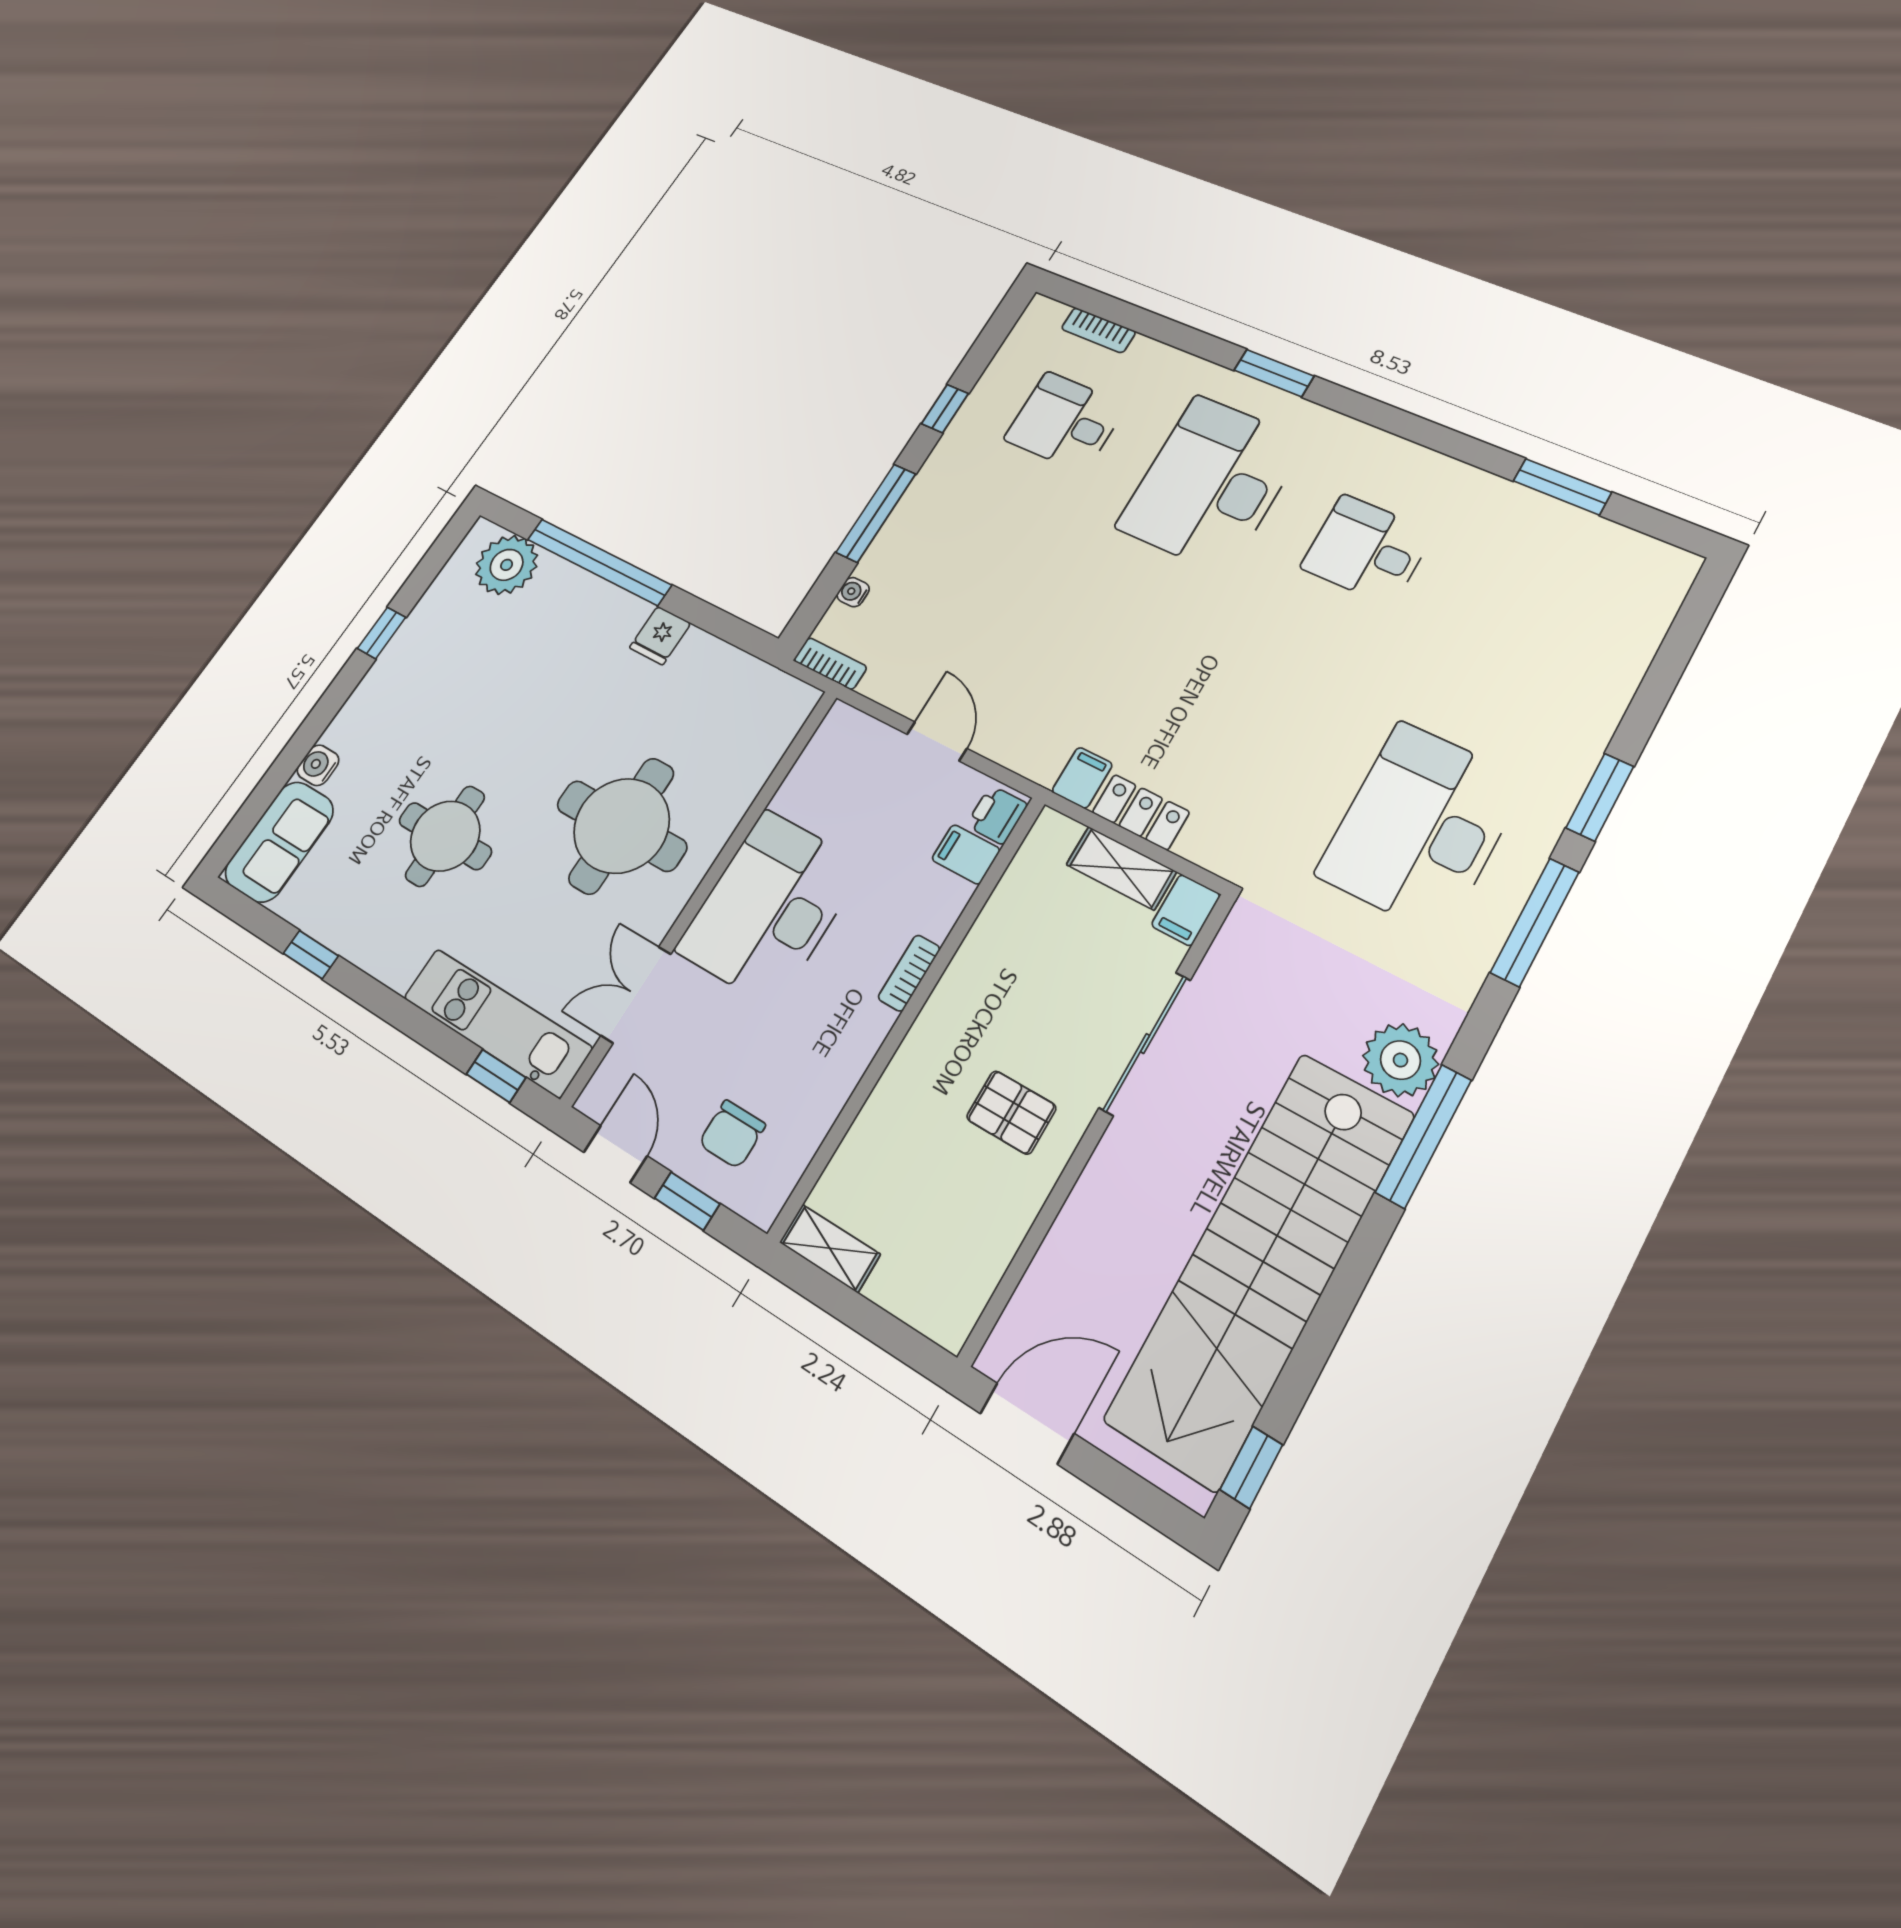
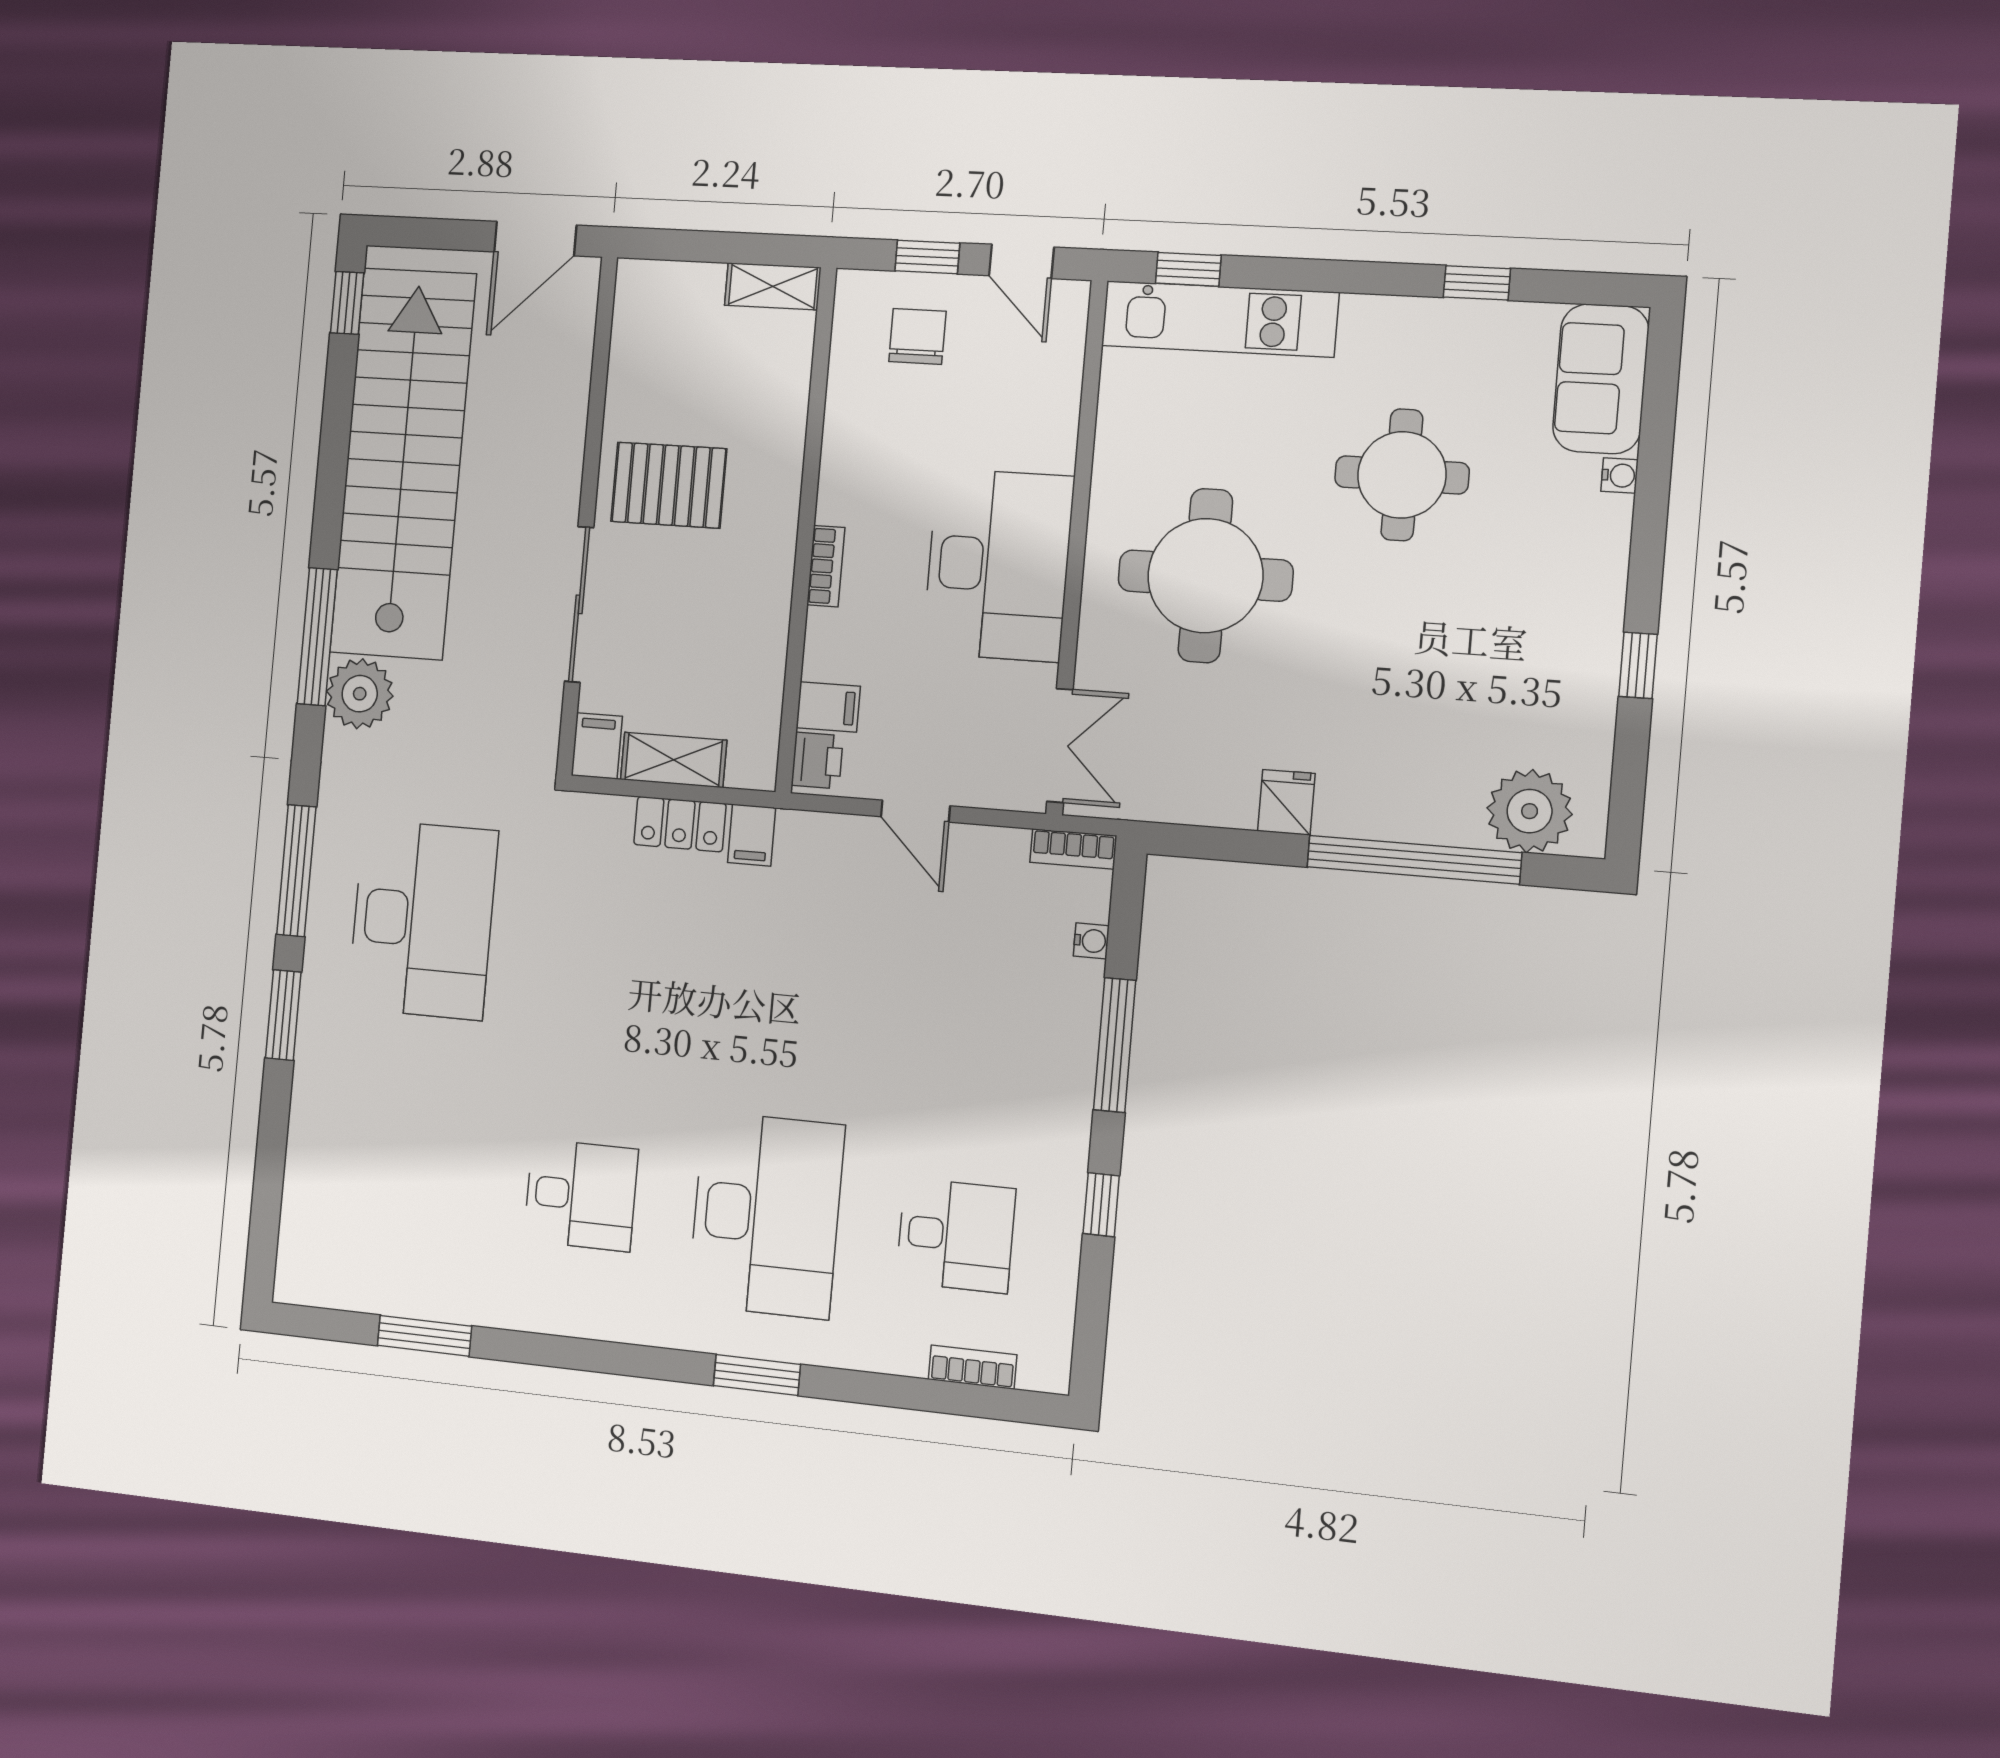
water cooler: (318, 765) -> (1620, 475), width x0.72, depth x0.72
double door: (636, 995) -> (1060, 746), moved
pallet: (1011, 1112) -> (669, 485), width x1.50, depth x1.42

